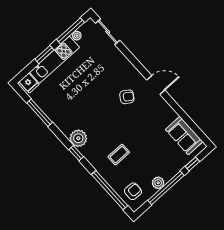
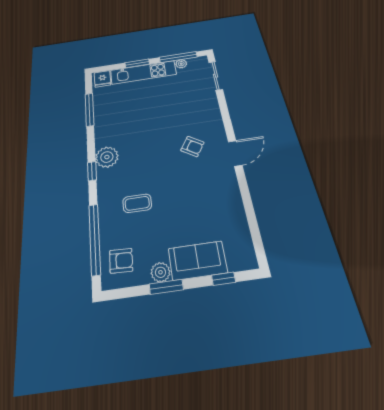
door: (156, 85) -> (235, 153), hinge flipped
sofa: (184, 136) -> (198, 260), moved, turned 90
window: (166, 188) -> (166, 287), width x0.47

